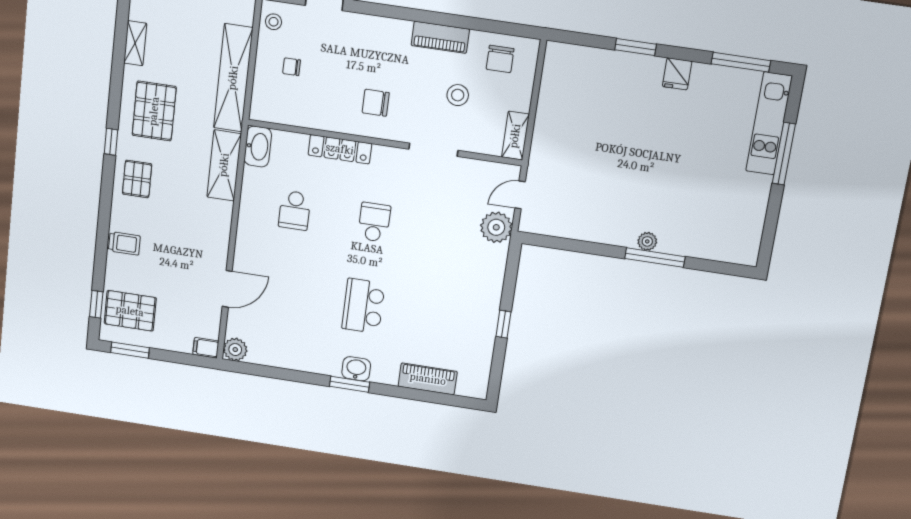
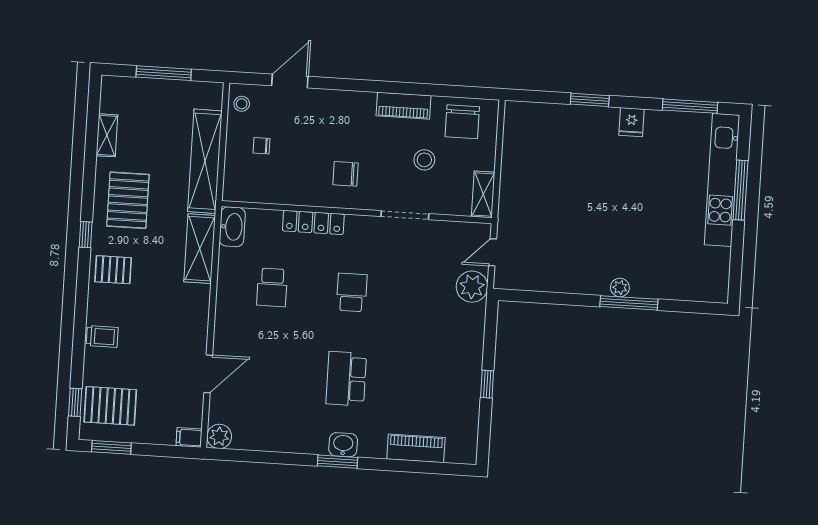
chair: (500, 59) -> (462, 122), width x1.37, depth x1.37
kitchen unit: (769, 124) -> (722, 180), width x1.36
pallet: (137, 179) -> (113, 270), turned 90

